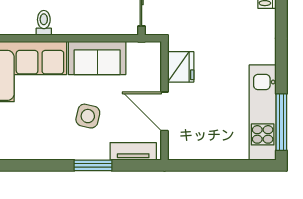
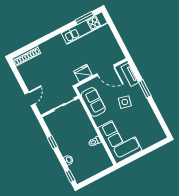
sofa: (97, 58) -> (93, 102), moved
door: (165, 111) -> (106, 70), hinge flipped
window: (281, 122) -> (84, 18), width x0.69

